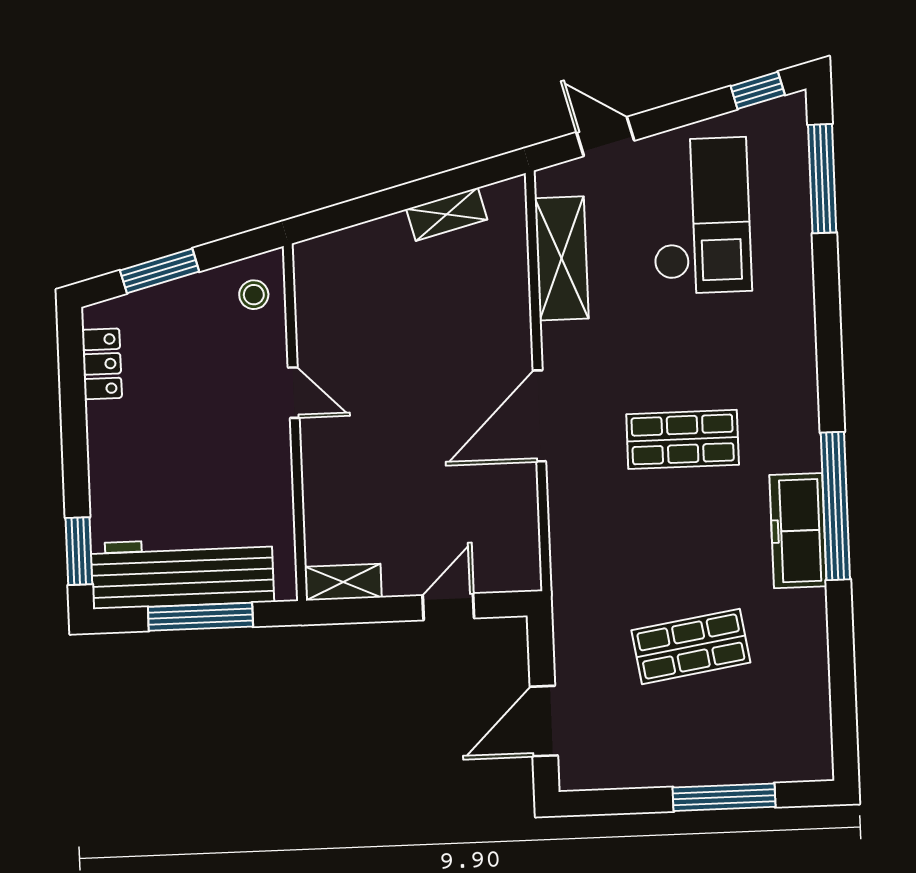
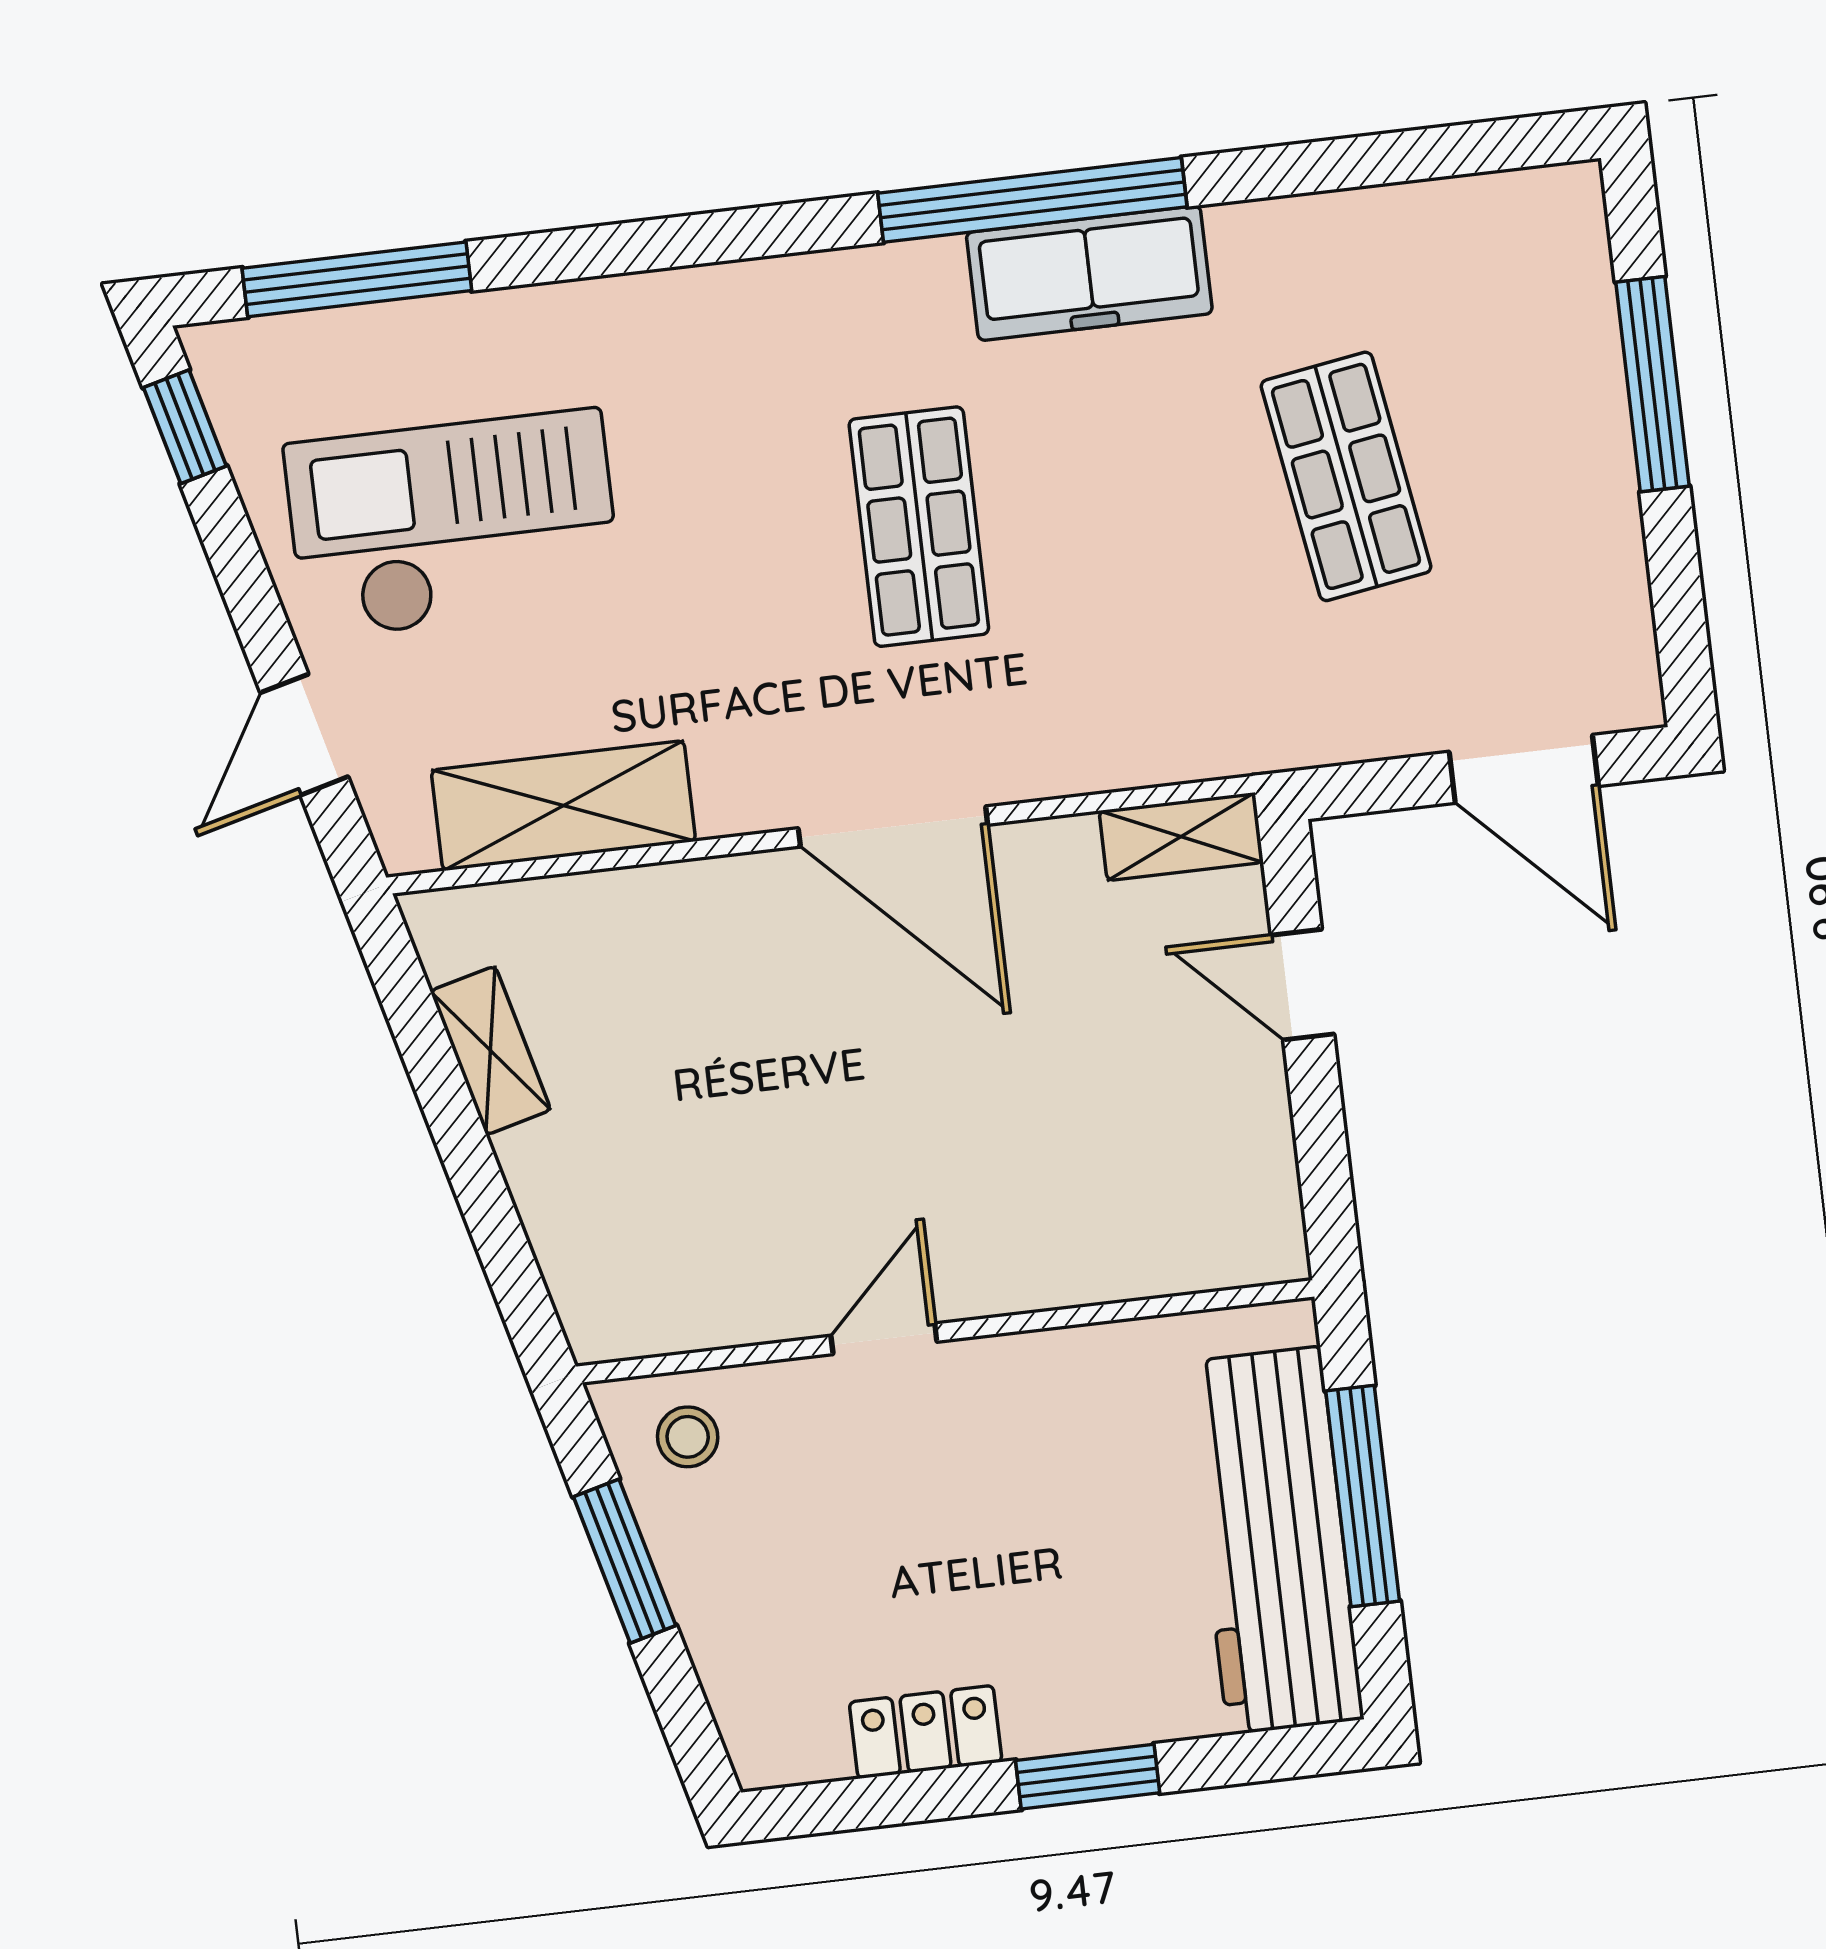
window: (160, 271) -> (625, 1561), moved
locker: (102, 364) -> (926, 1732), moved
window: (79, 551) -> (1088, 1777), moved
shelving: (343, 582) -> (1181, 837), moved, turned 90

